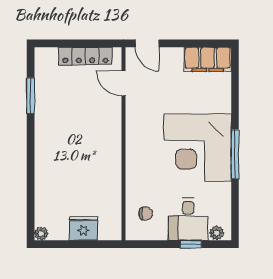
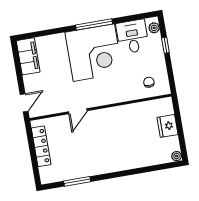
door: (123, 83) -> (78, 111), moved
desk: (188, 219) -> (132, 37), moved, turned -90

